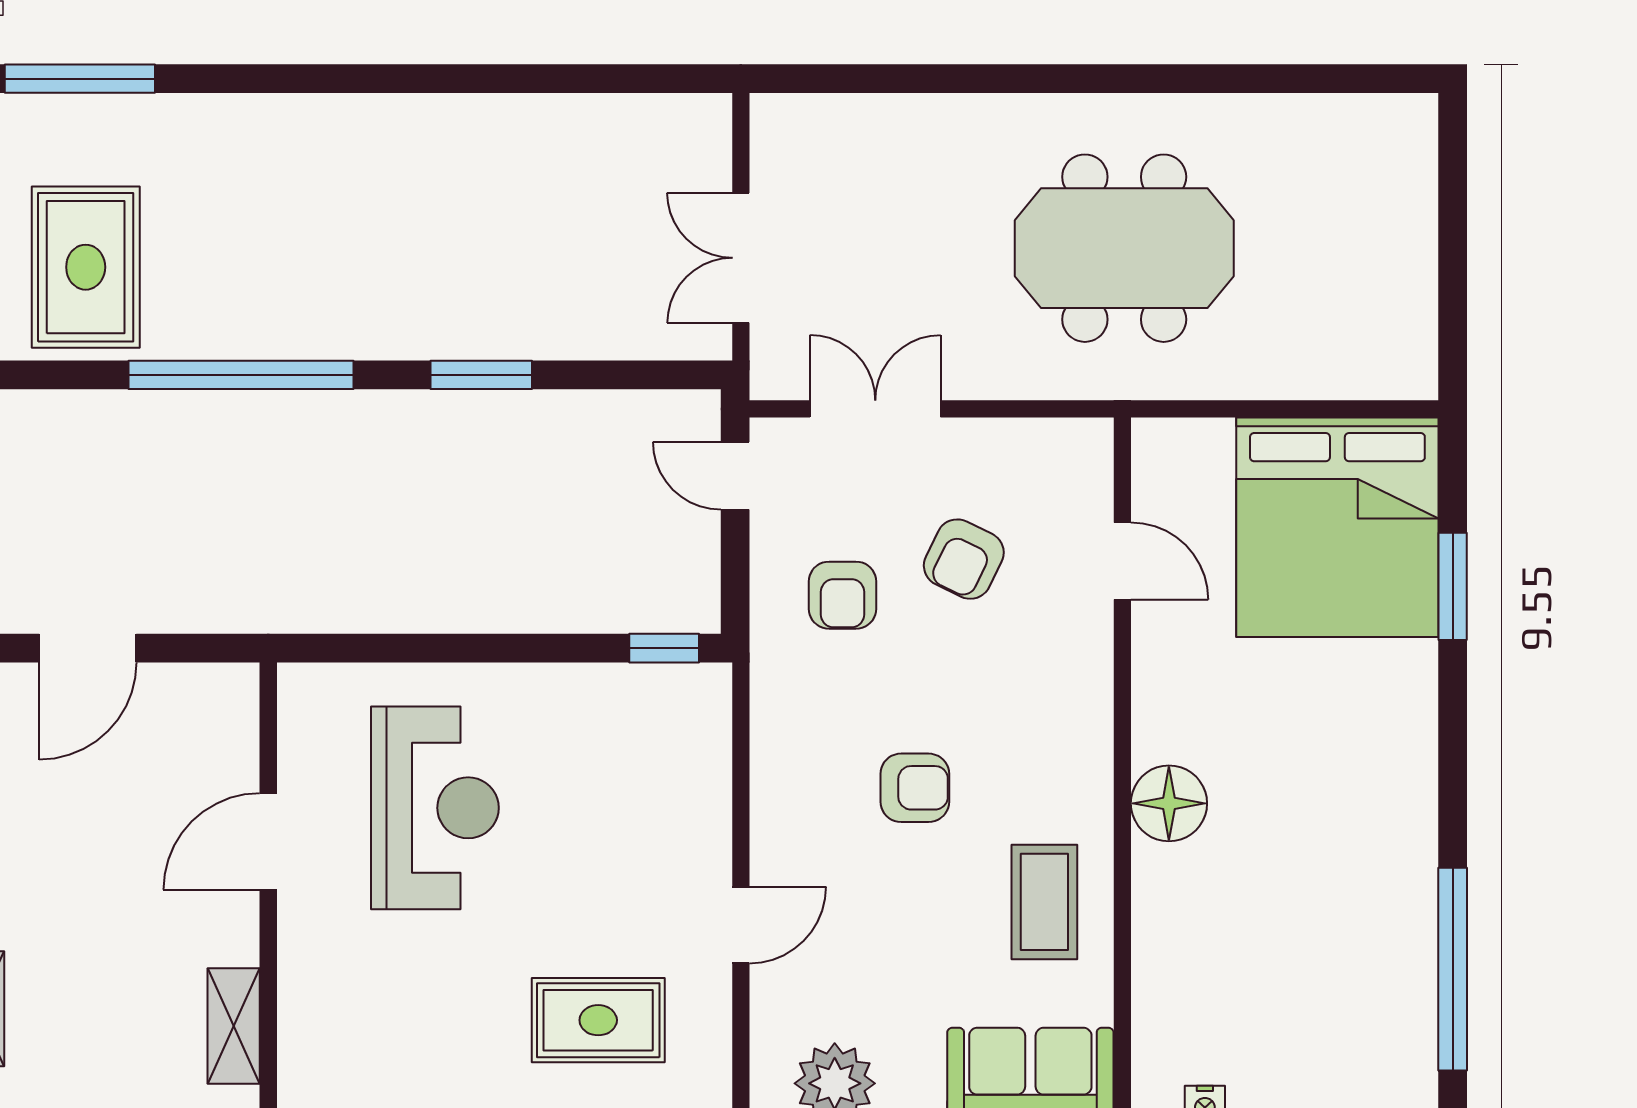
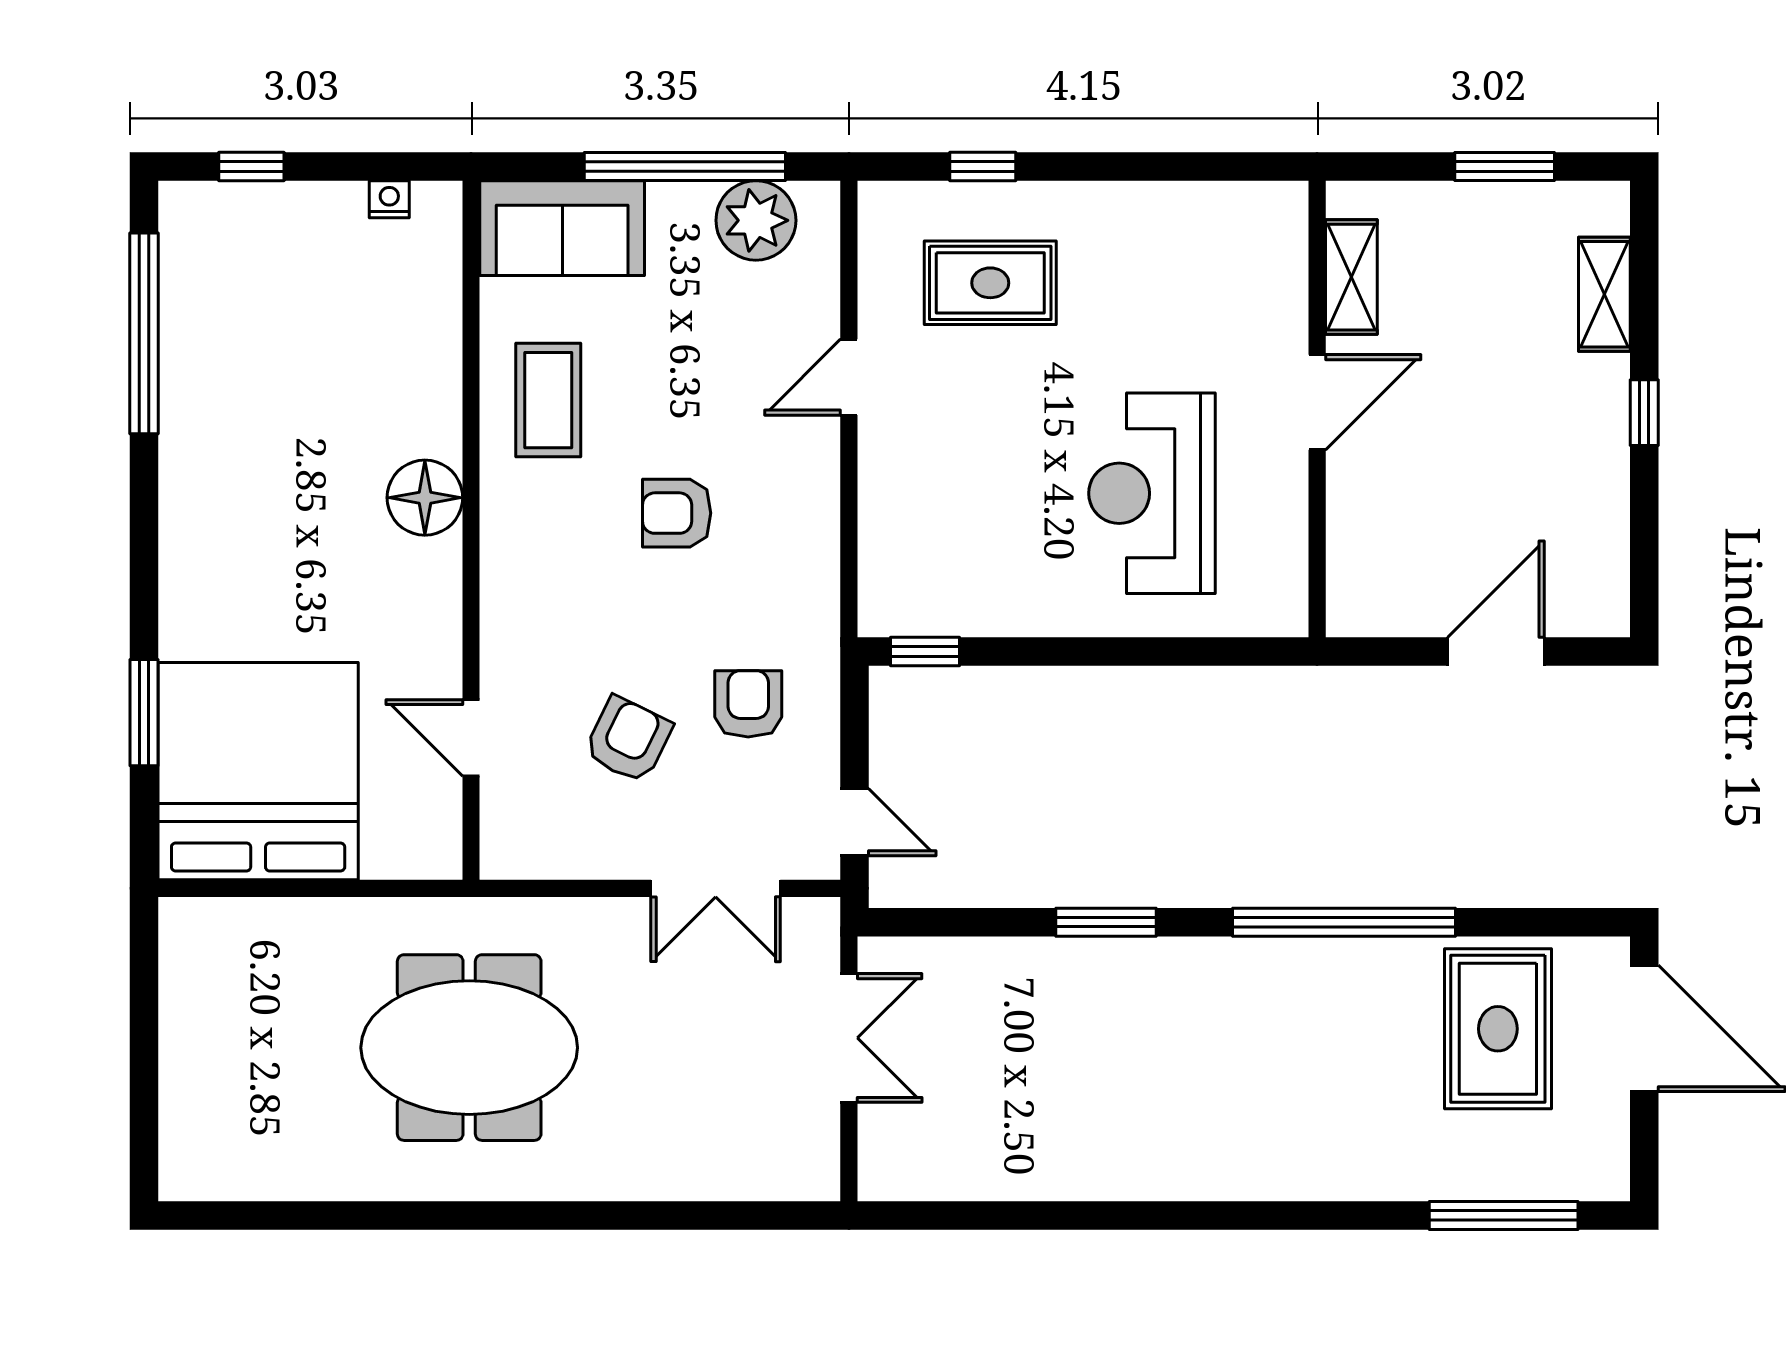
door: (268, 841) -> (1317, 402), moved

